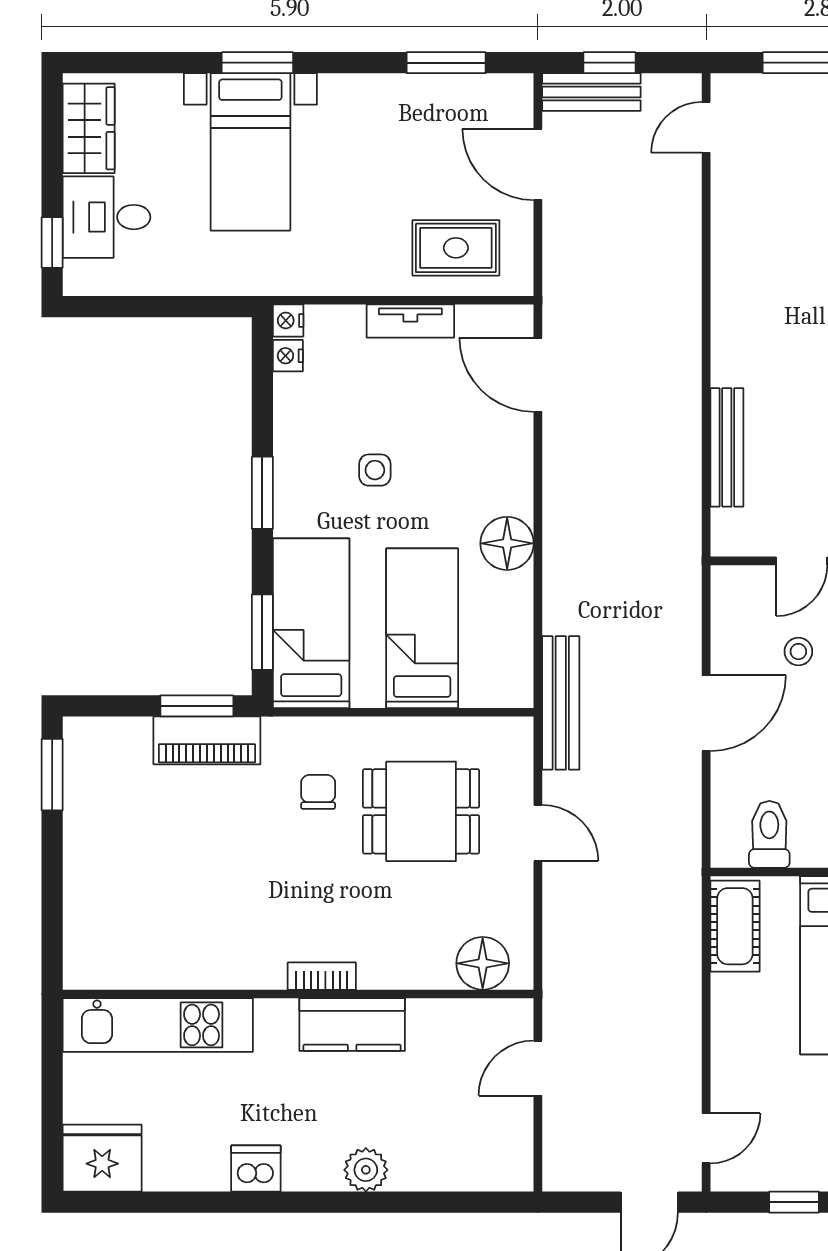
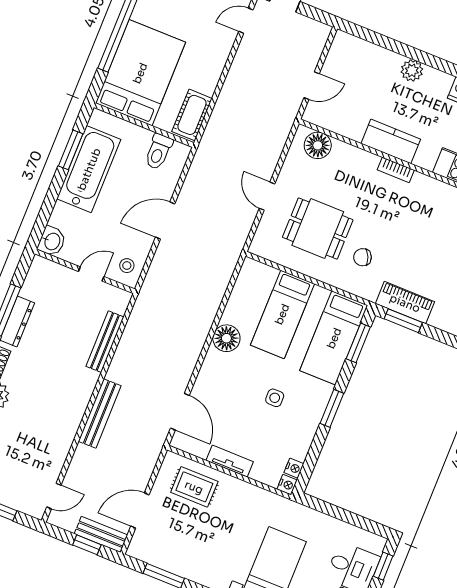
door: (538, 165) -> (140, 510), swing flipped
stool: (798, 652) -> (127, 266), moved
bench: (561, 703) -> (100, 413), moved
chair: (318, 792) -> (362, 257), turned 66

